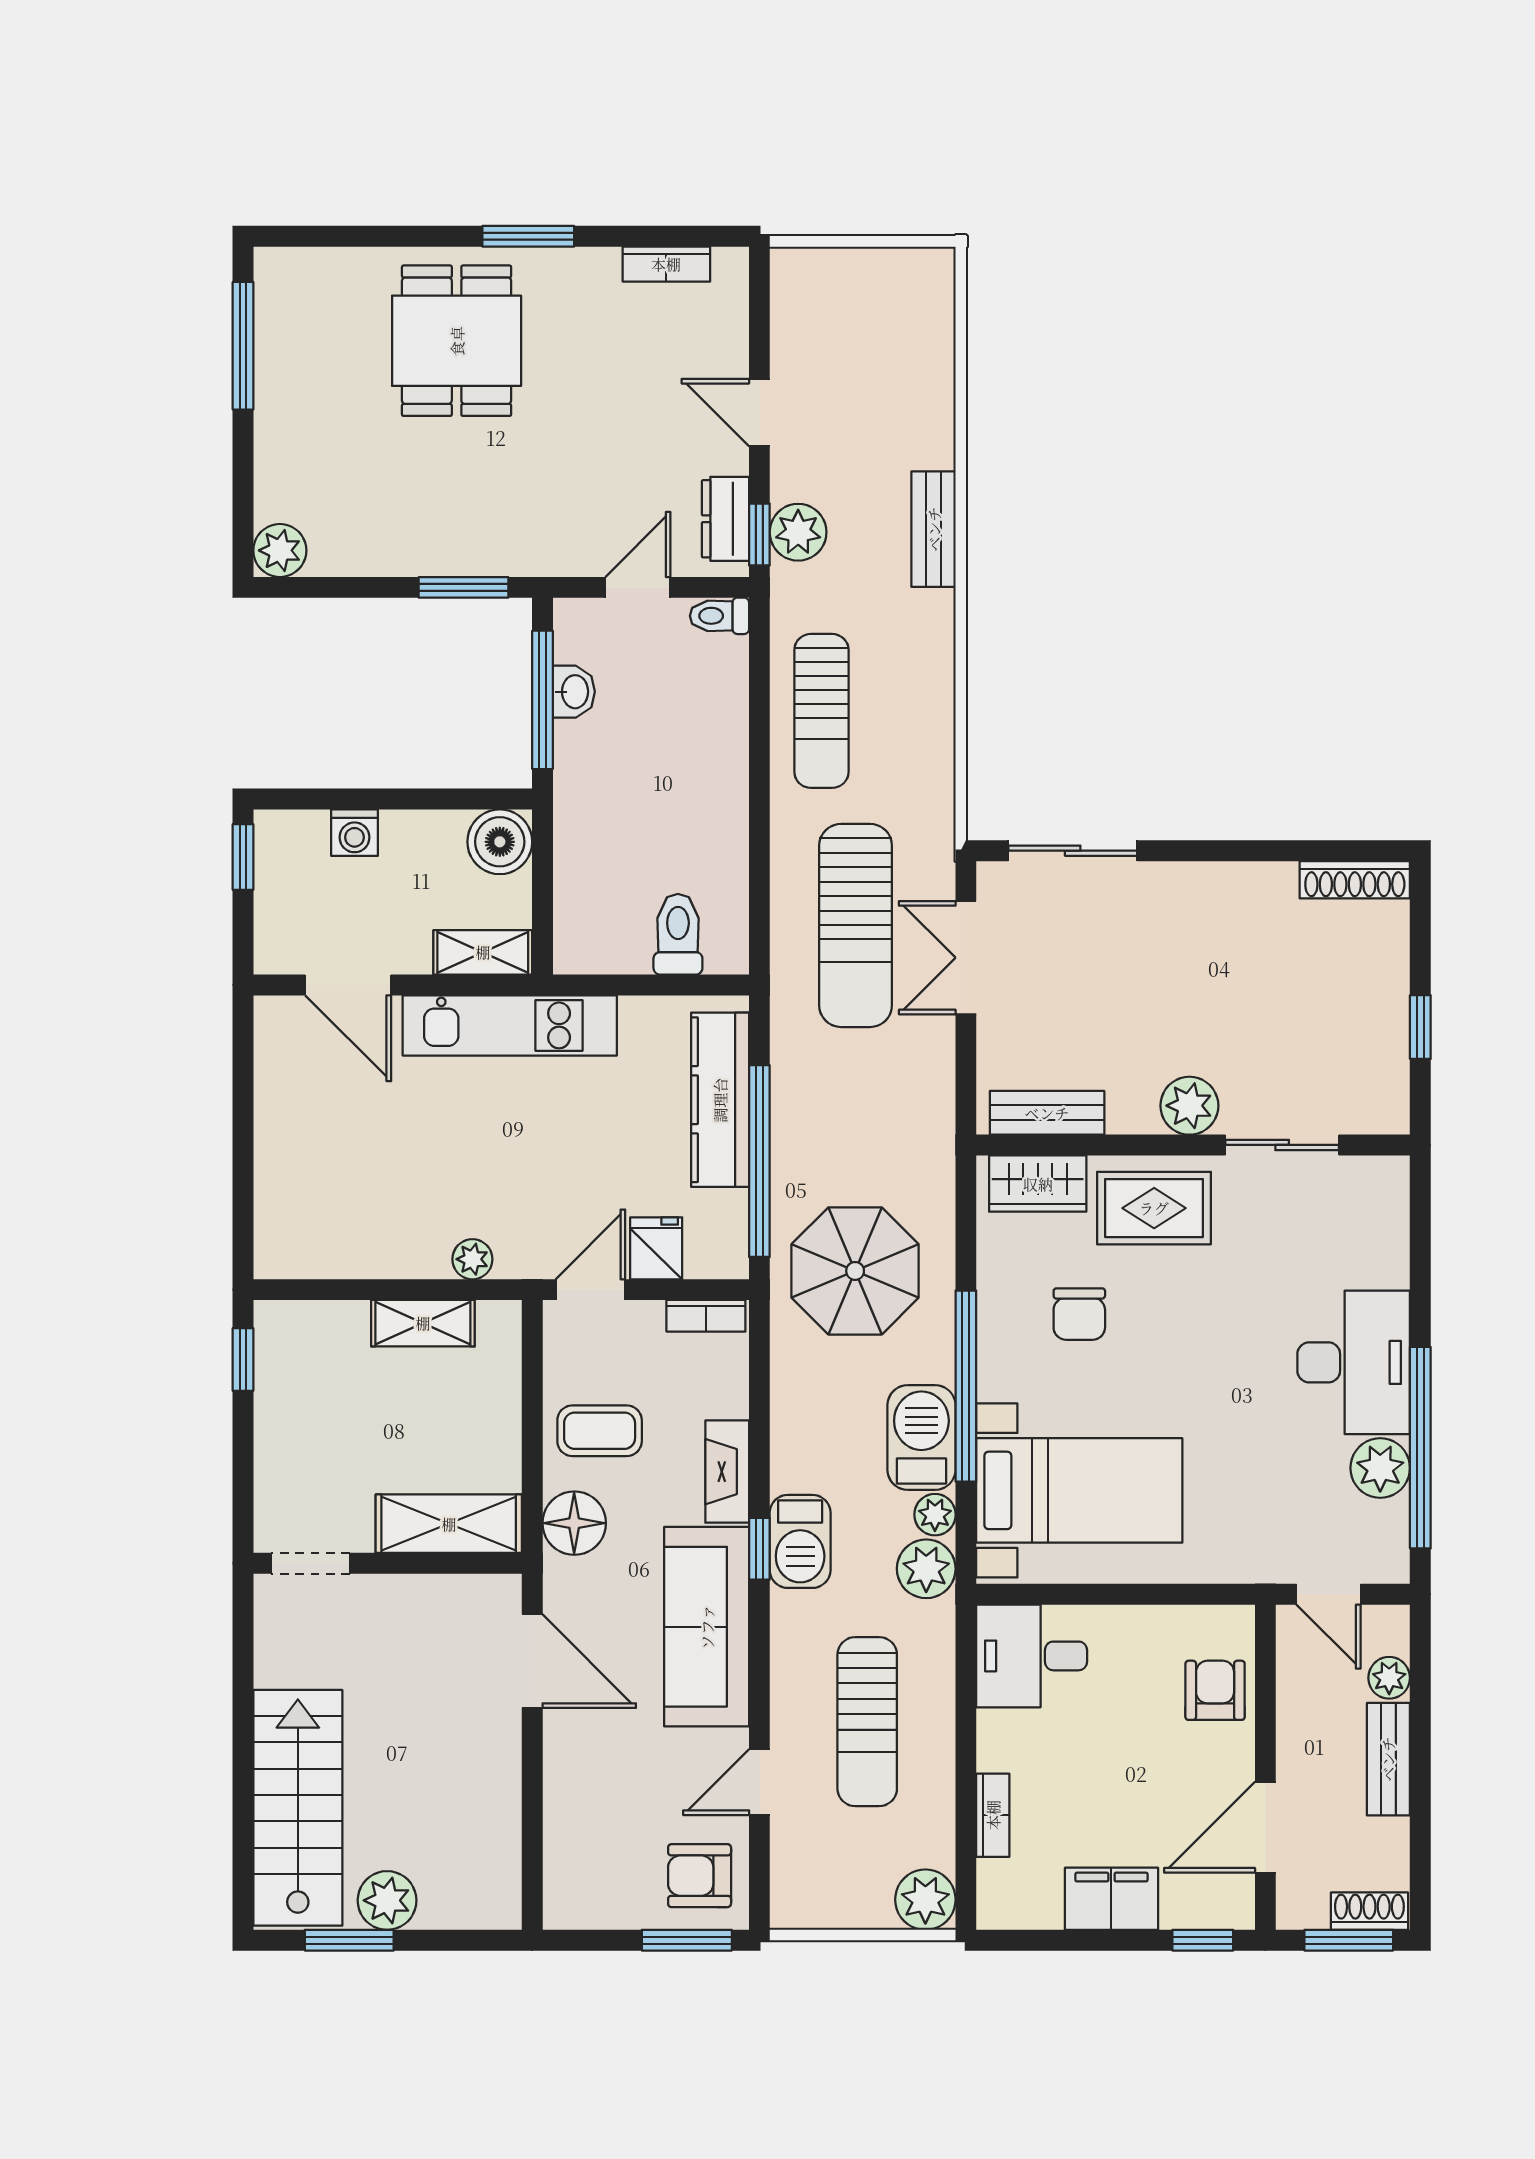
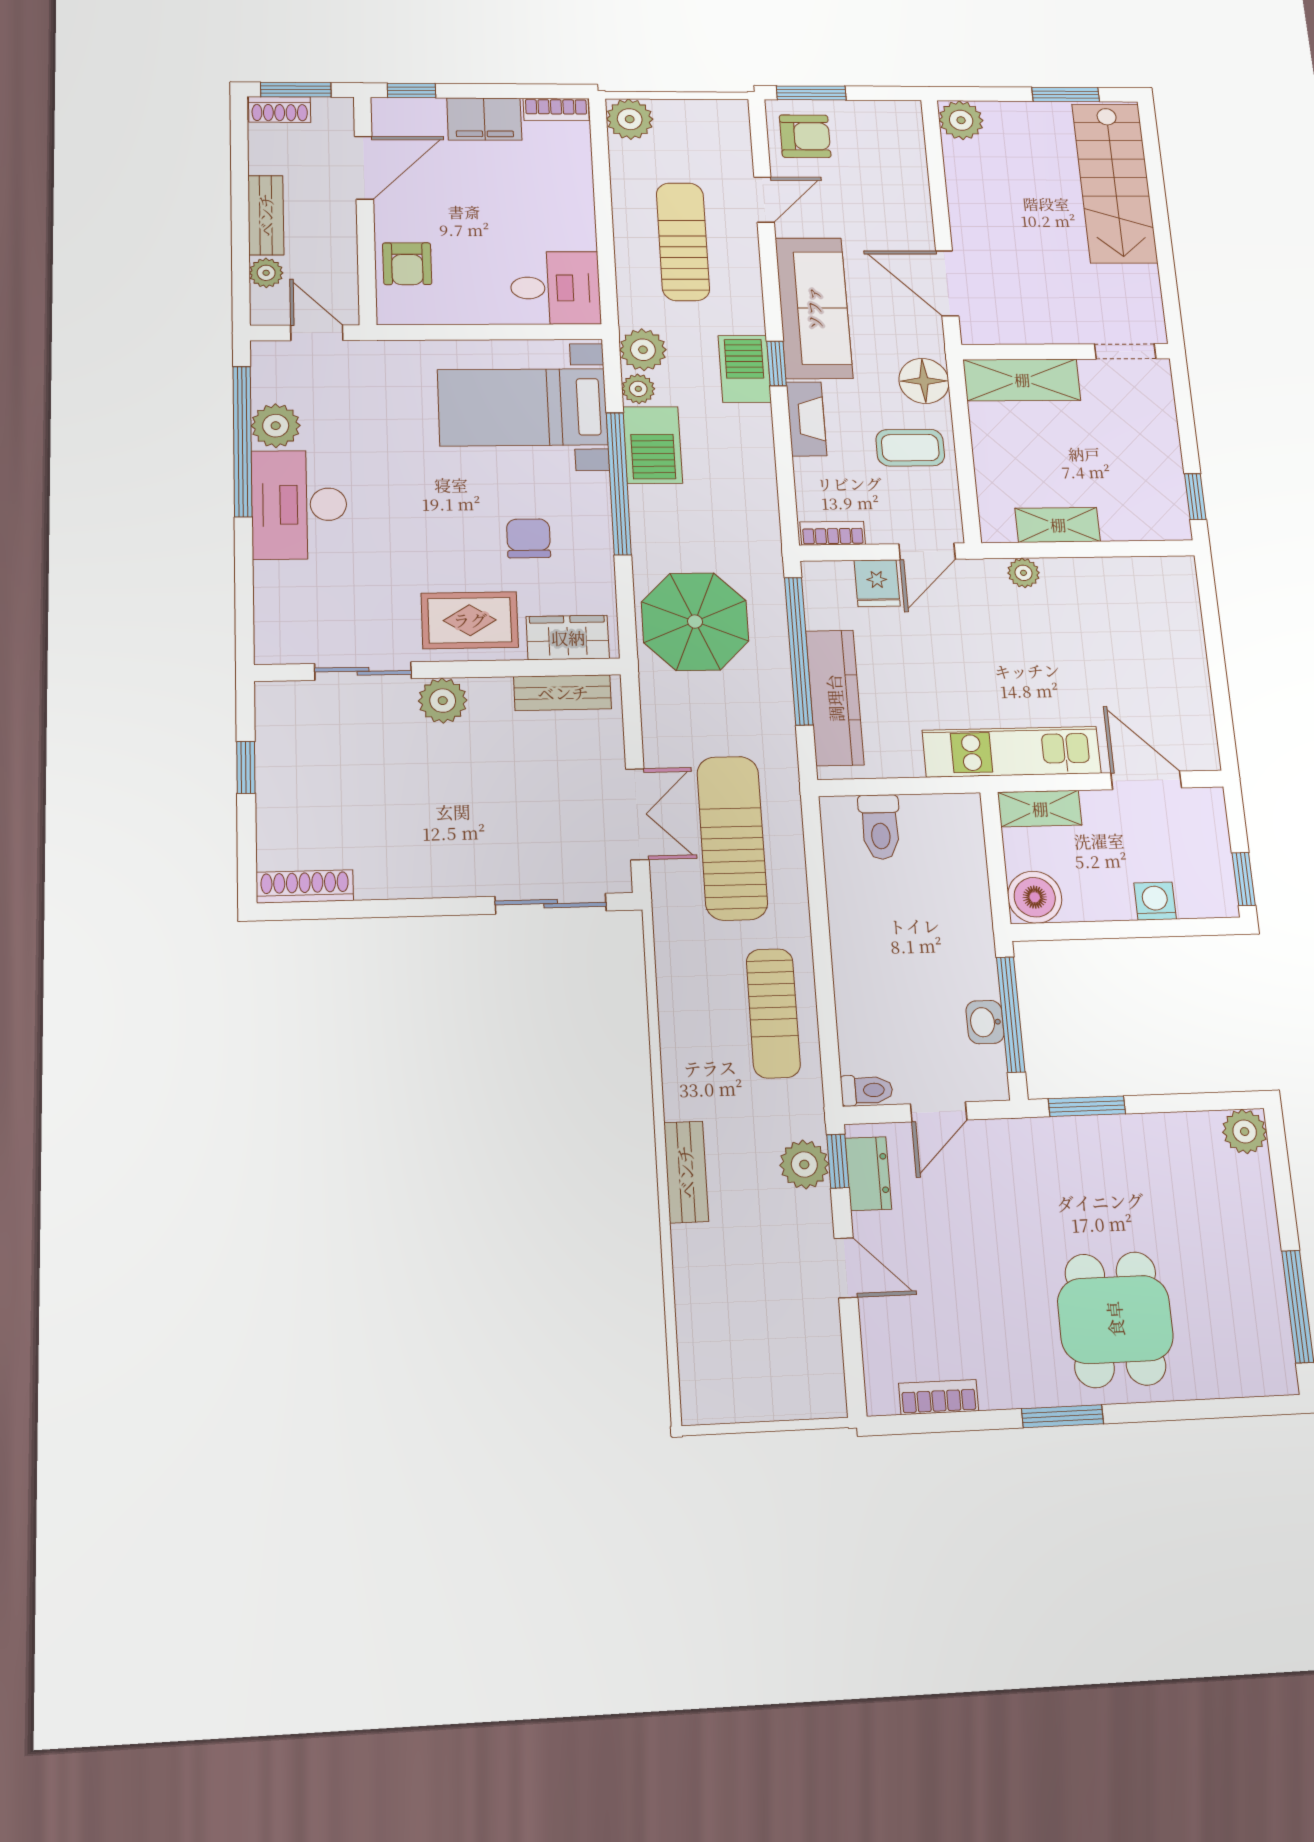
sun lounger: (821, 711) -> (773, 1013), turned 180
parasol: (855, 1271) -> (695, 622), moved
bookcase: (993, 1815) -> (556, 110), moved, turned -90
plant: (387, 1900) -> (961, 120), moved

